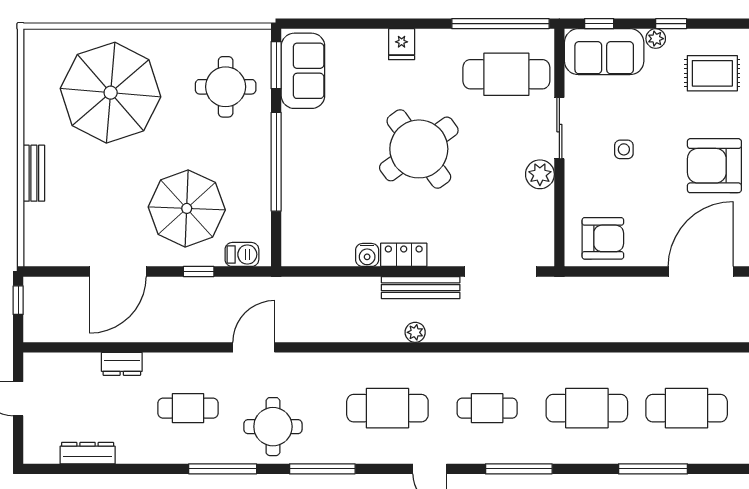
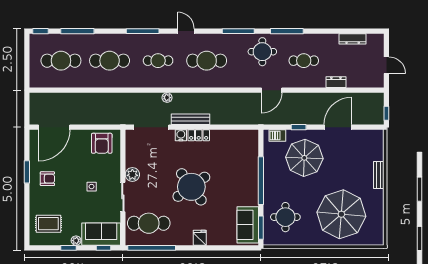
armchair: (714, 166) -> (47, 179), width x0.53, depth x0.53
armchair: (603, 238) -> (102, 143), turned -90
water cooler: (367, 255) -> (181, 135), moved
plant: (415, 332) -> (167, 98), moved
window: (729, 469) -> (40, 31), added

